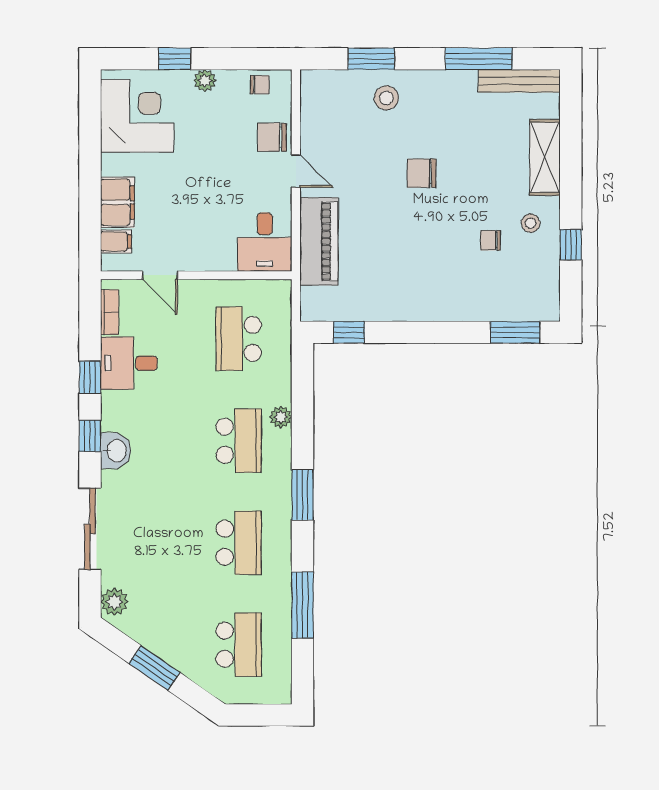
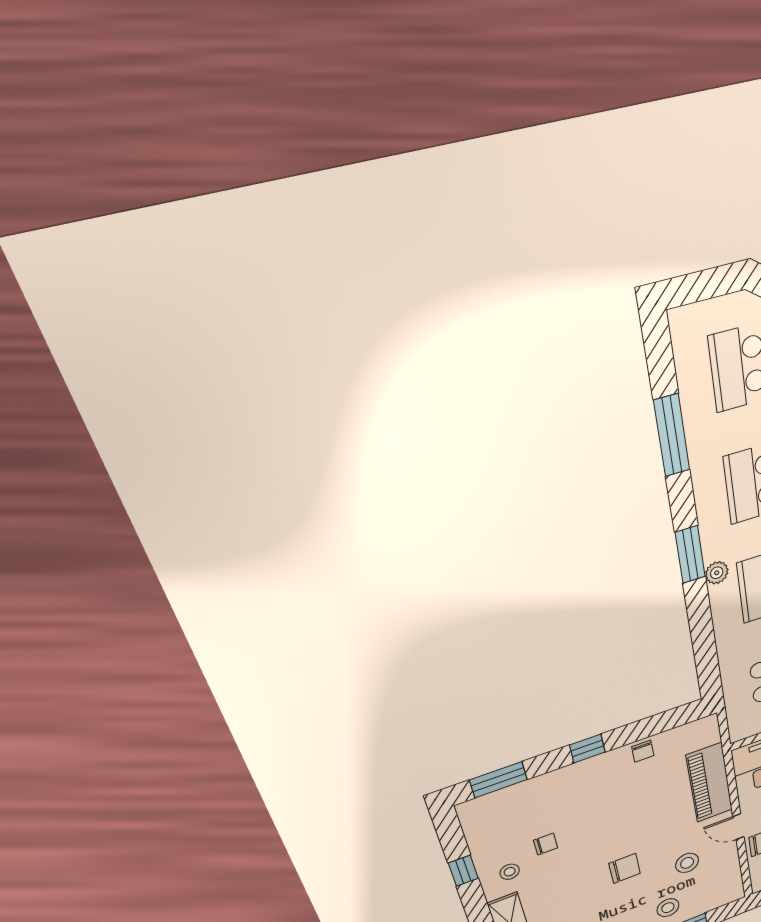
stool: (357, 149) -> (687, 863), added
chair: (379, 307) -> (643, 751), added
window: (349, 332) -> (587, 748), moved
plant: (281, 417) -> (717, 573), moved

